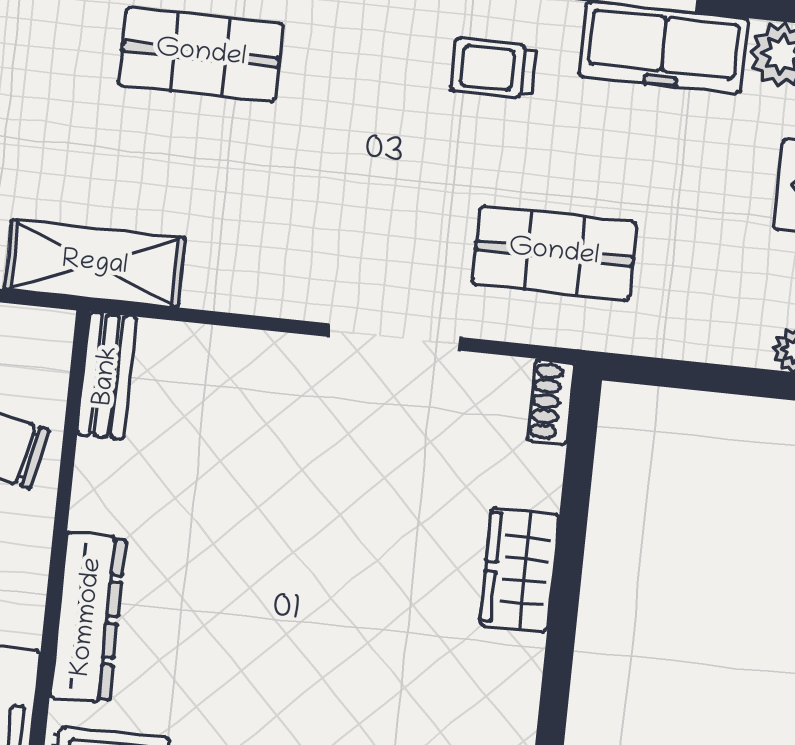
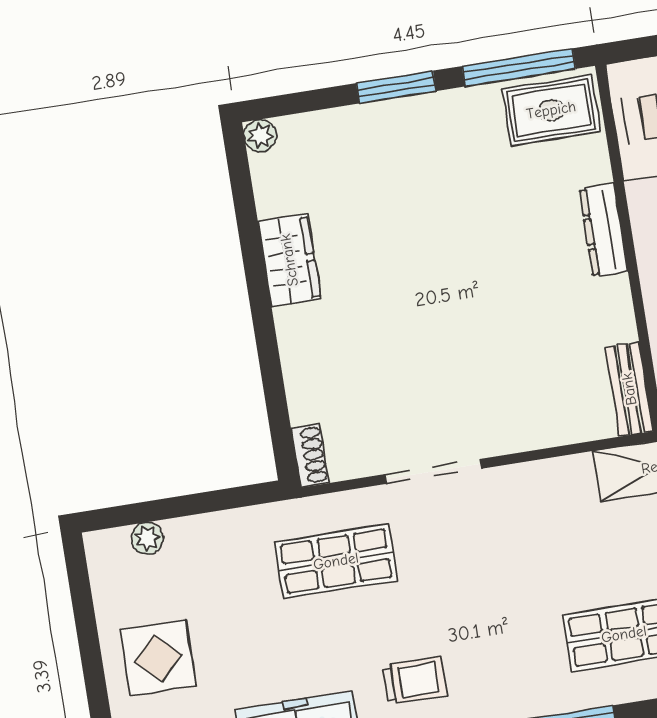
wardrobe: (519, 570) -> (289, 260), moved
dresser: (88, 617) -> (604, 230), width x0.73, depth x0.80

